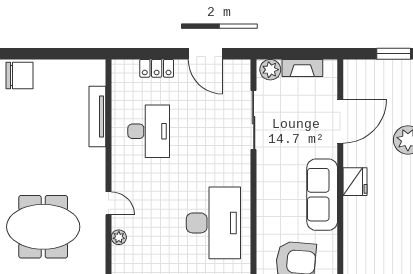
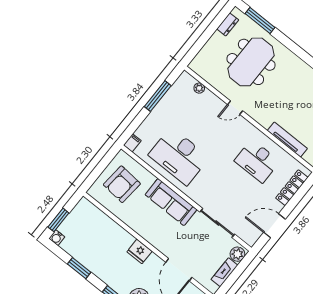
locker: (157, 68) -> (292, 188), width x1.53
sofa: (322, 195) -> (171, 202), moved, turned 180
plant: (119, 237) -> (199, 88), moved

